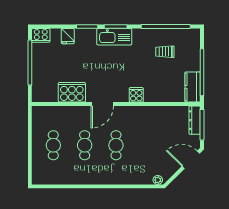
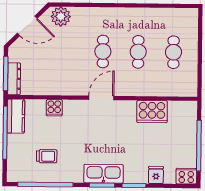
cooker: (136, 95) -> (54, 108), moved
door: (102, 104) -> (101, 98), moved
door: (191, 160) -> (27, 26), moved
plant: (158, 180) -> (61, 17), width x1.87, depth x1.87

